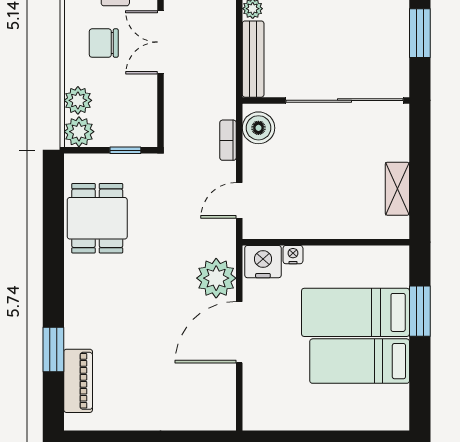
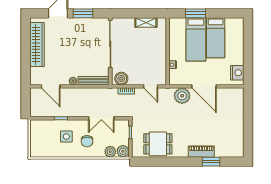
double door: (160, 42) -> (101, 118), moved
nightstand: (263, 262) -> (237, 73), moved, turned 180
piano: (78, 381) -> (201, 152), moved

